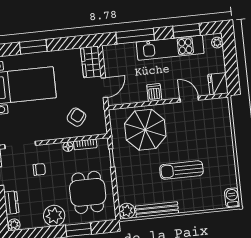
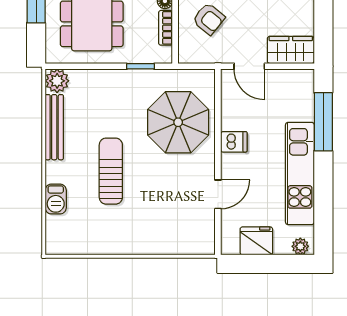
window: (187, 31) -> (323, 201), removed
fridge: (218, 84) -> (256, 241), moved
barbecue: (232, 198) -> (56, 199), moved, turned 90

